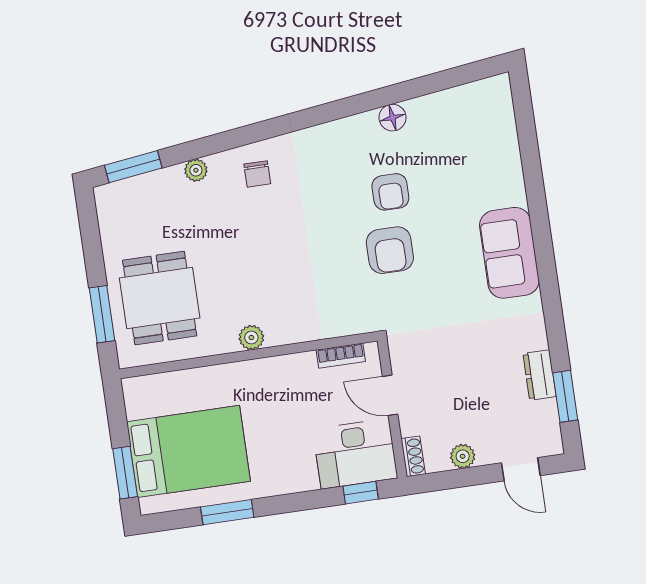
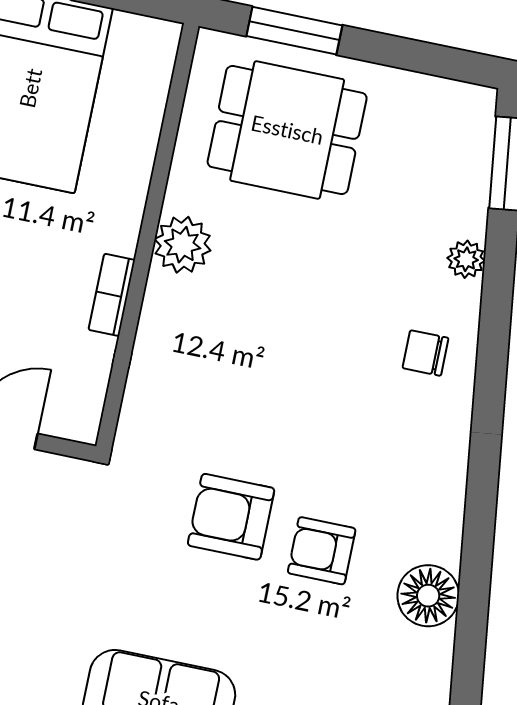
floor lamp: (393, 118) -> (428, 596), width x1.38, depth x1.38
plant: (251, 337) -> (183, 245), width x1.38, depth x1.38
bookcase: (341, 356) -> (112, 295), moved

